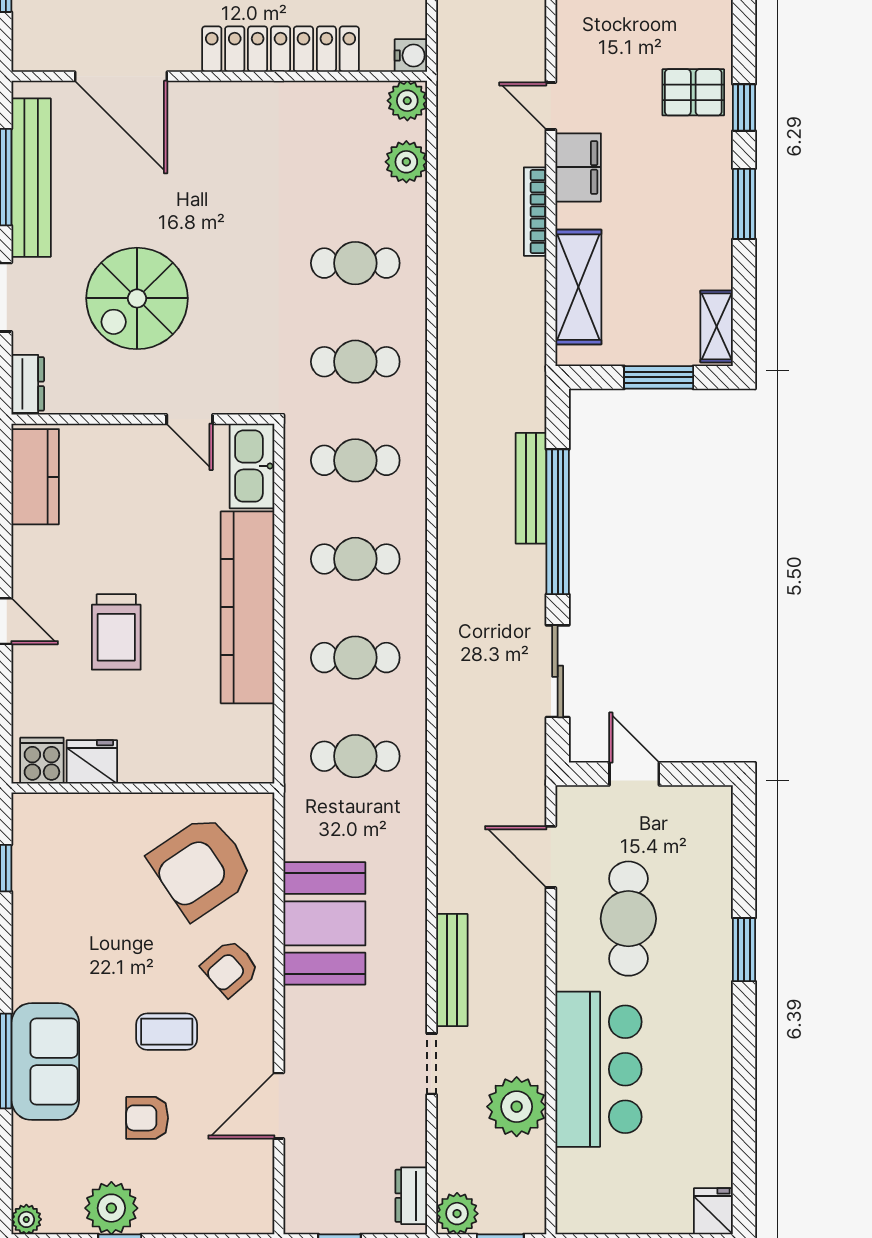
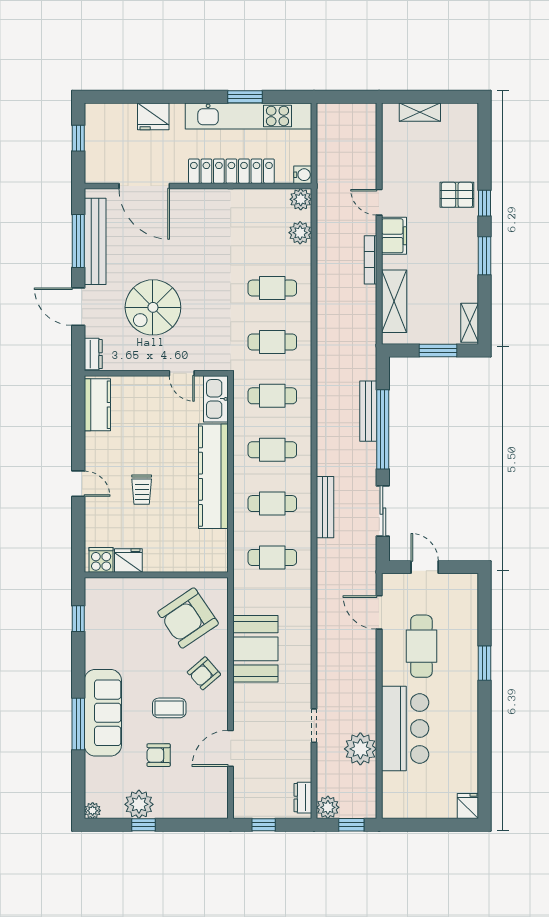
trolley: (116, 632) -> (142, 490), width x0.73, depth x0.72
bench: (452, 970) -> (325, 507), moved
sofa: (45, 1062) -> (103, 713), width x1.36

